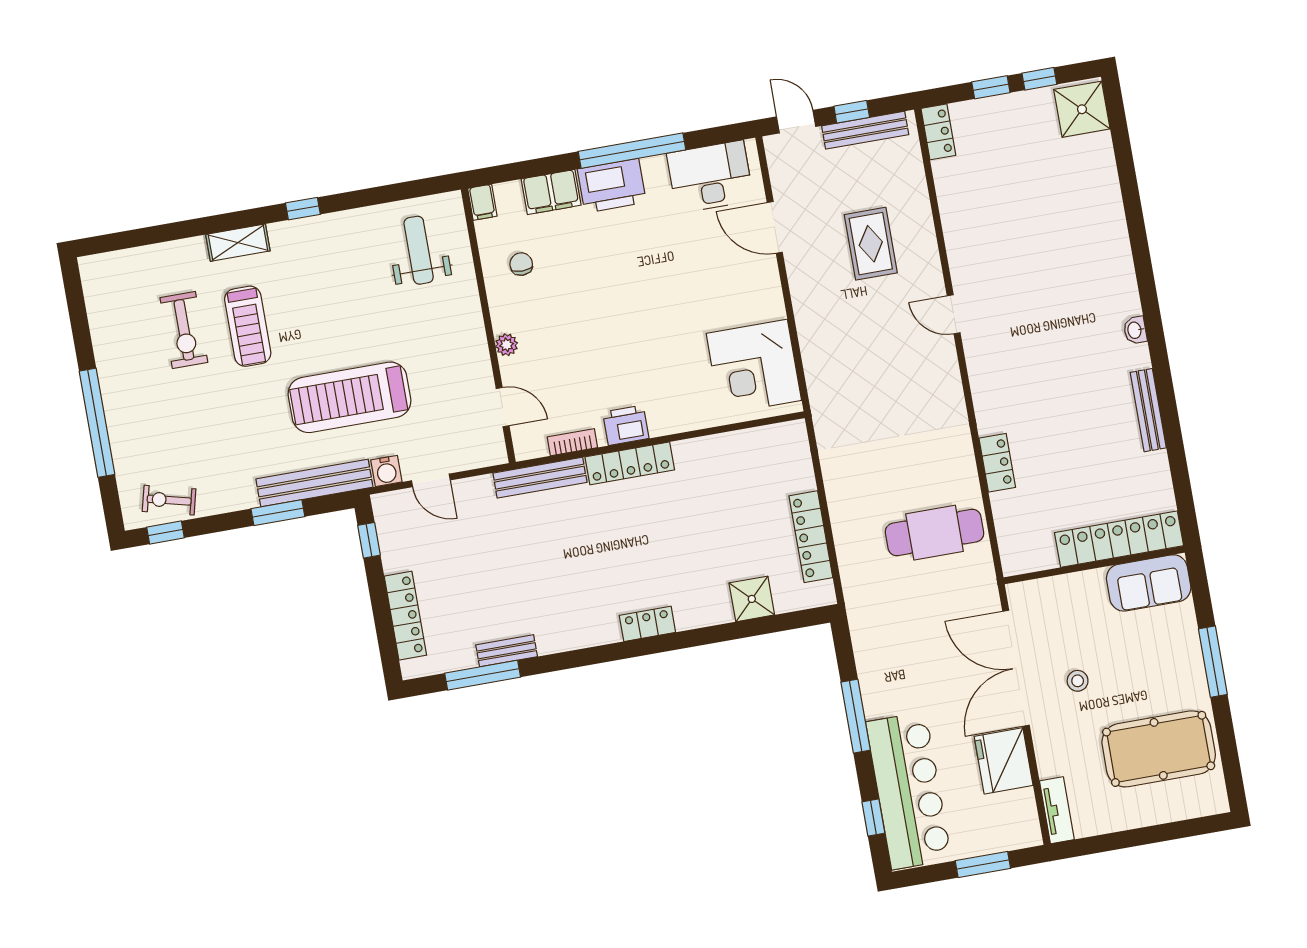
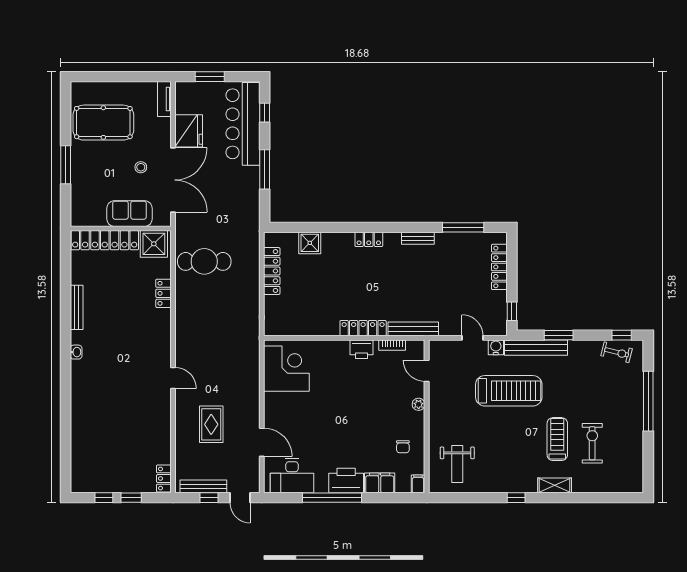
shower: (1082, 109) -> (154, 244), moved
sofa: (1149, 583) -> (129, 214), moved
bench: (507, 651) -> (418, 238), moved

